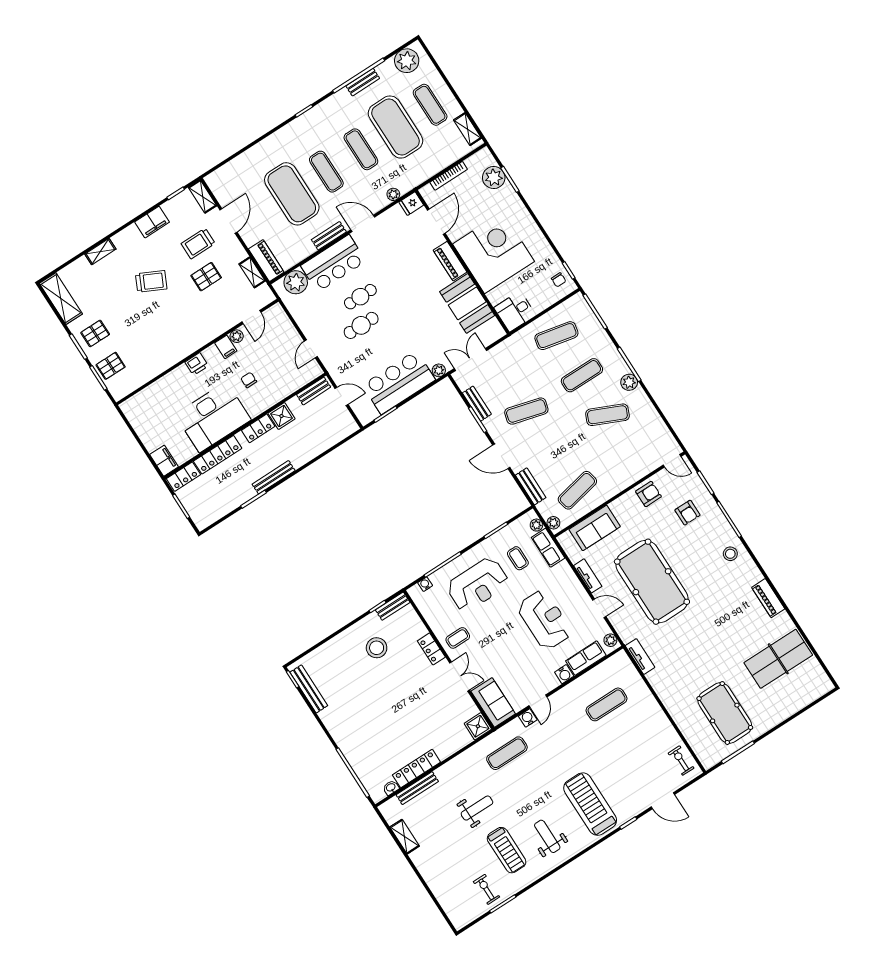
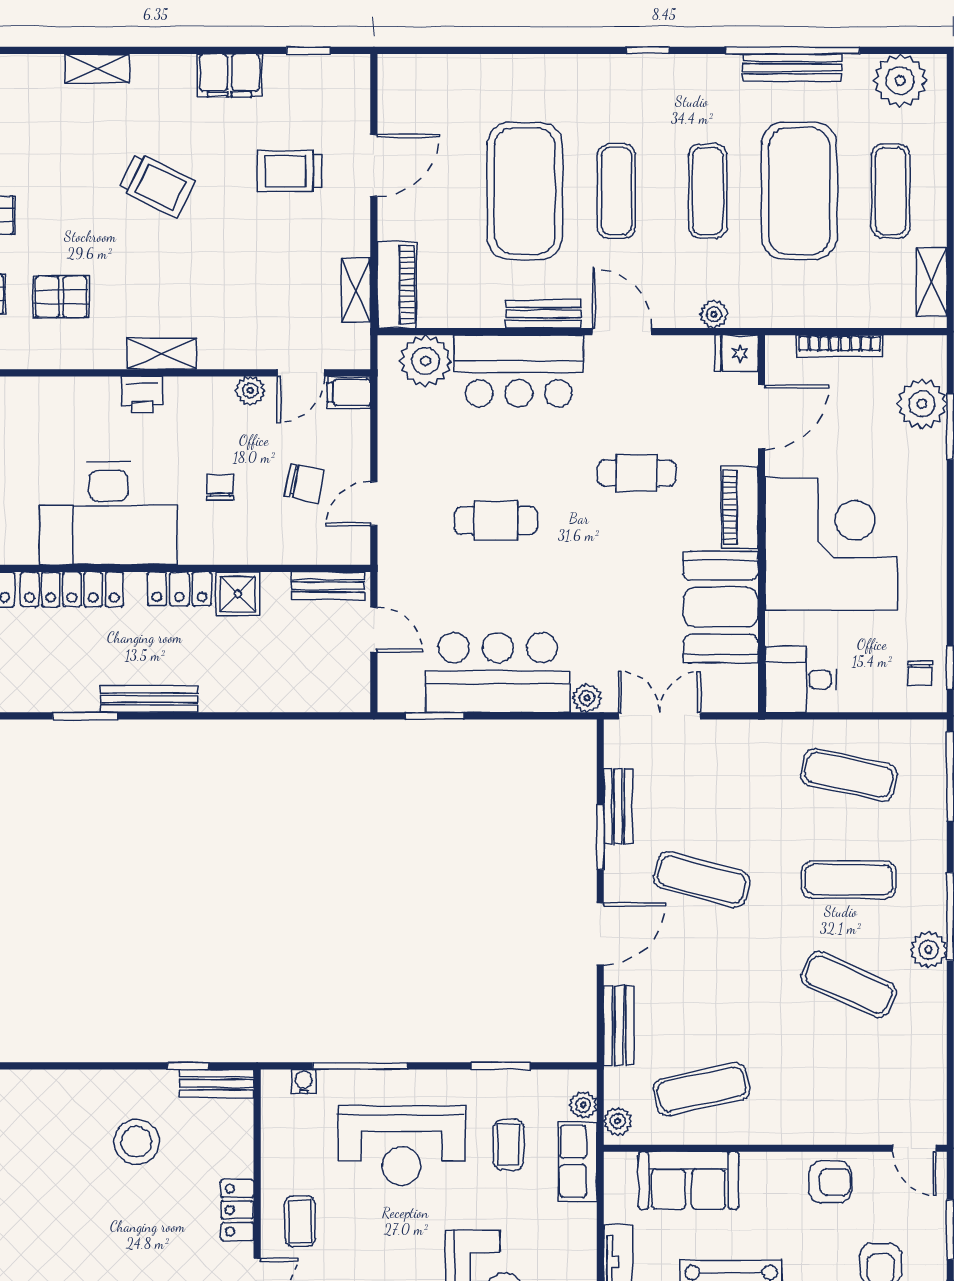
bench: (363, 82) -> (792, 68), width x1.36
shelving: (203, 196) -> (162, 354), moved, turned 90
pallet: (206, 277) -> (61, 297), moved
cafe table: (360, 297) -> (637, 473), moved
filing cabinet: (226, 347) -> (349, 392), moved, turned 90
chair: (280, 358) -> (304, 483), added
door: (501, 456) -> (600, 934), swing flipped
coffee table: (458, 638) -> (300, 1221), turned 90

